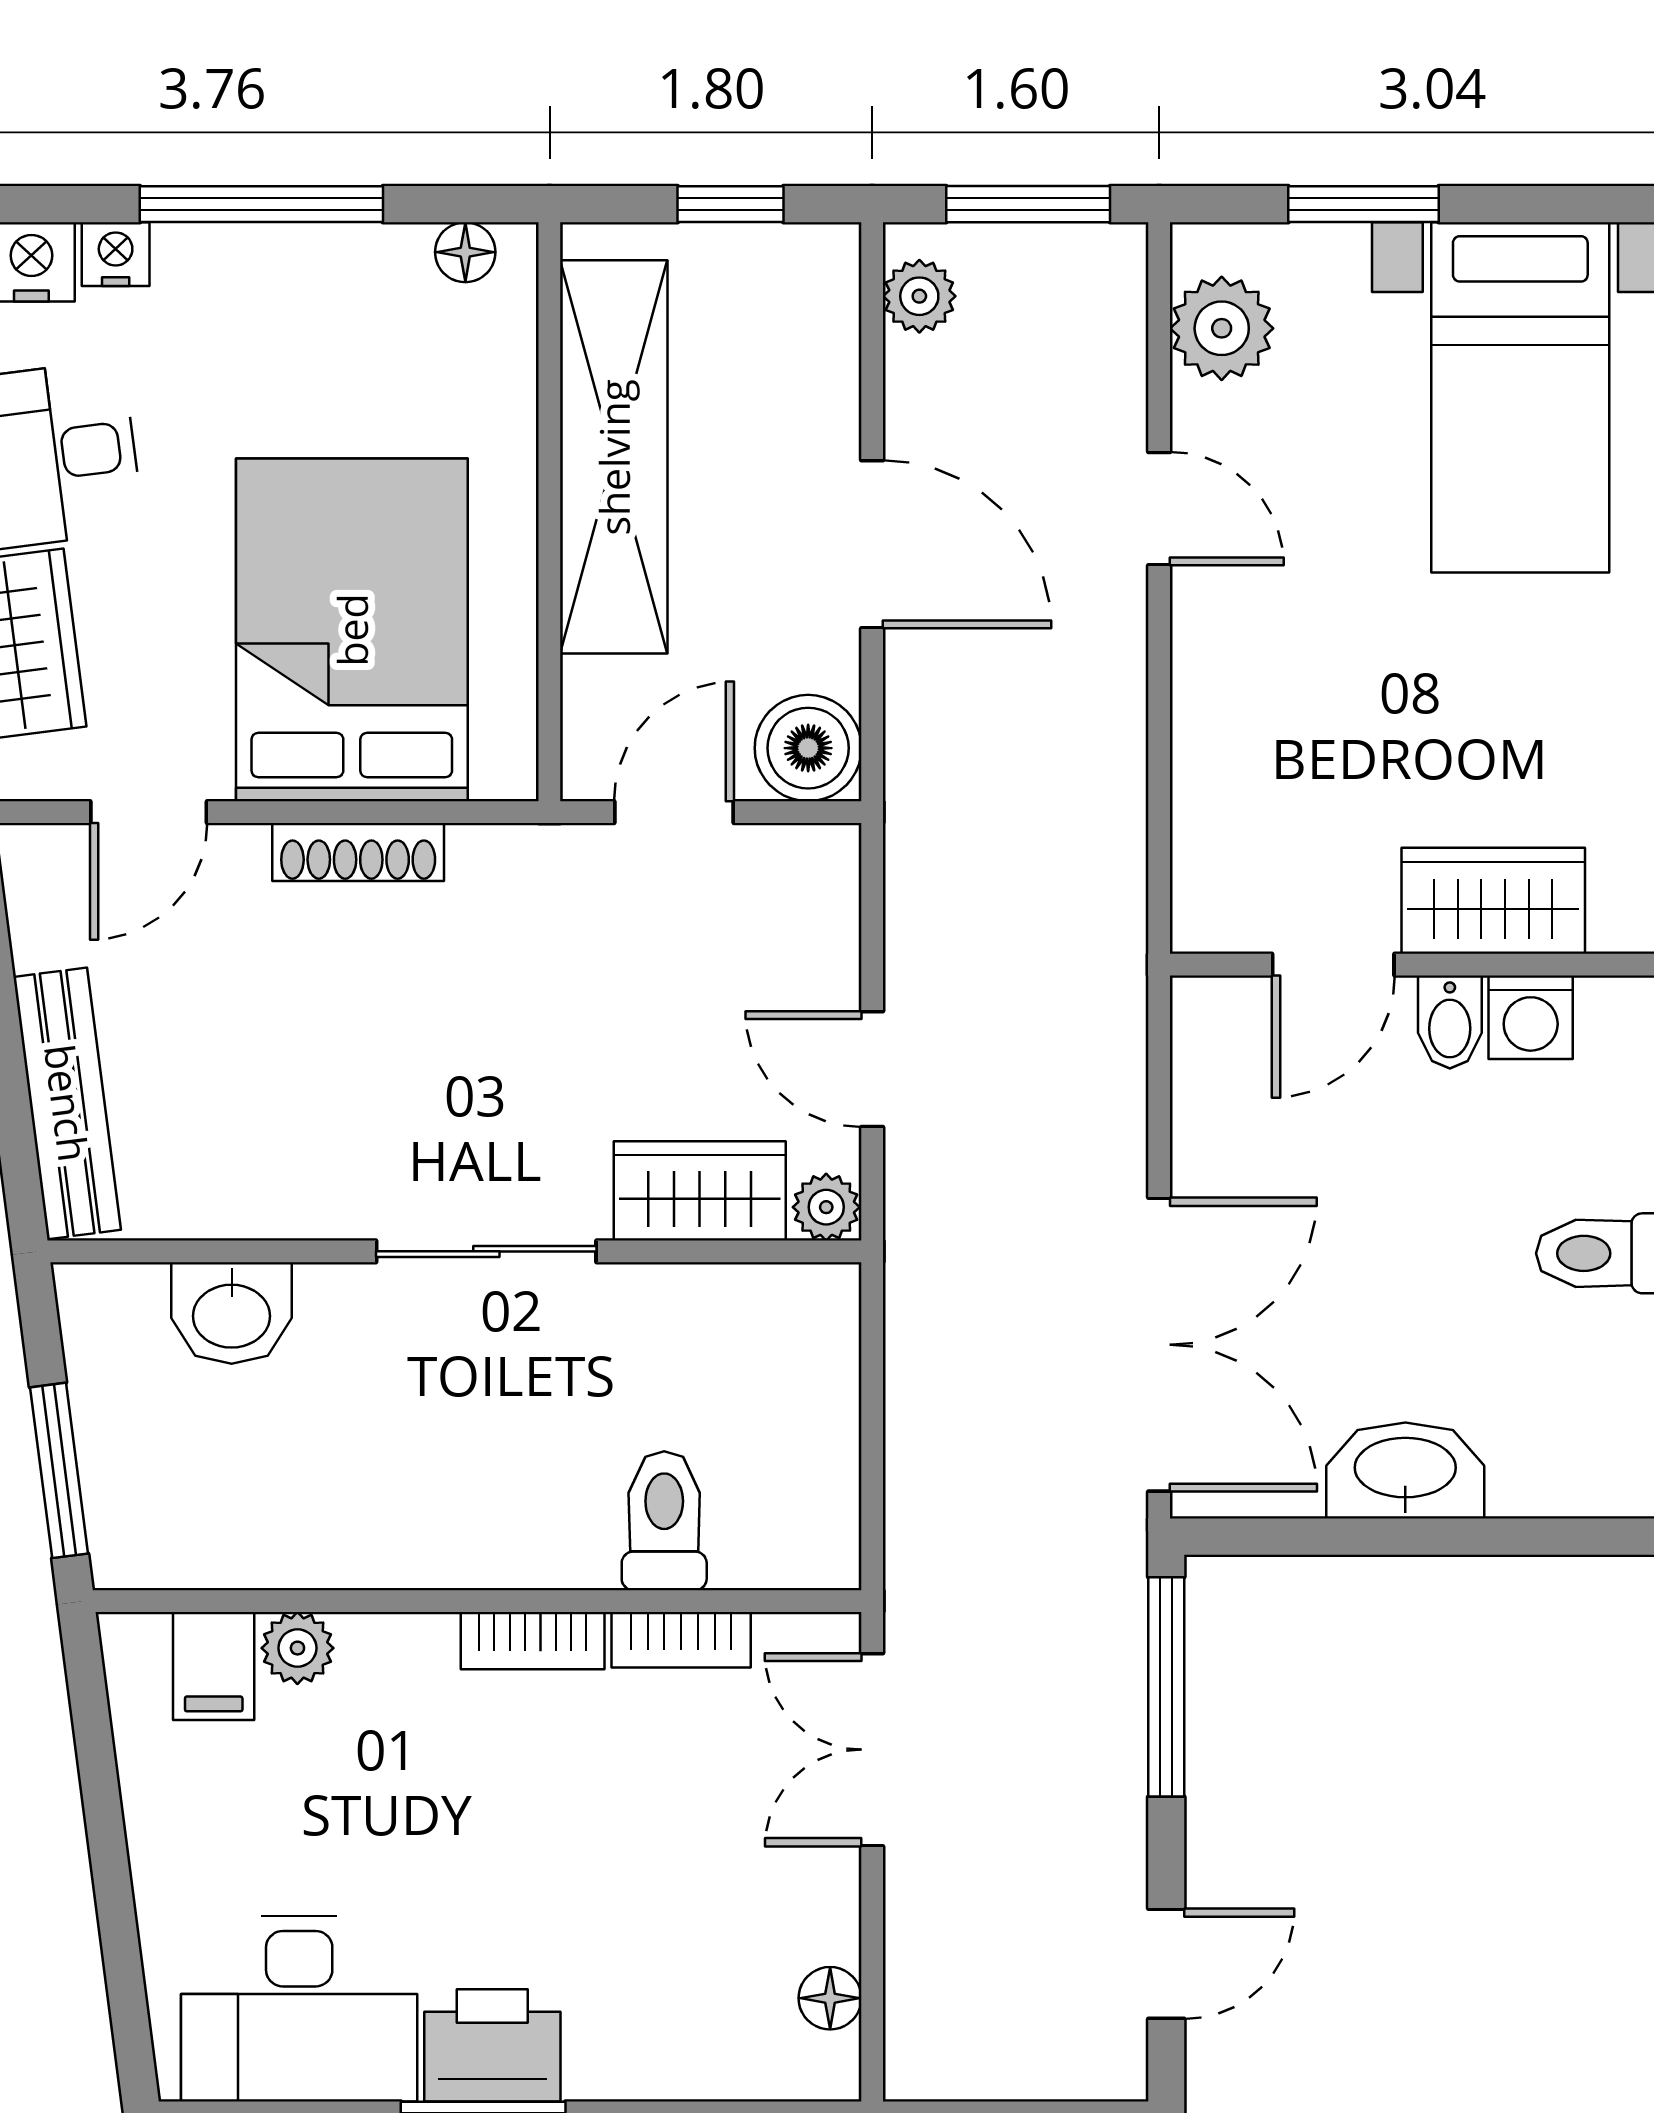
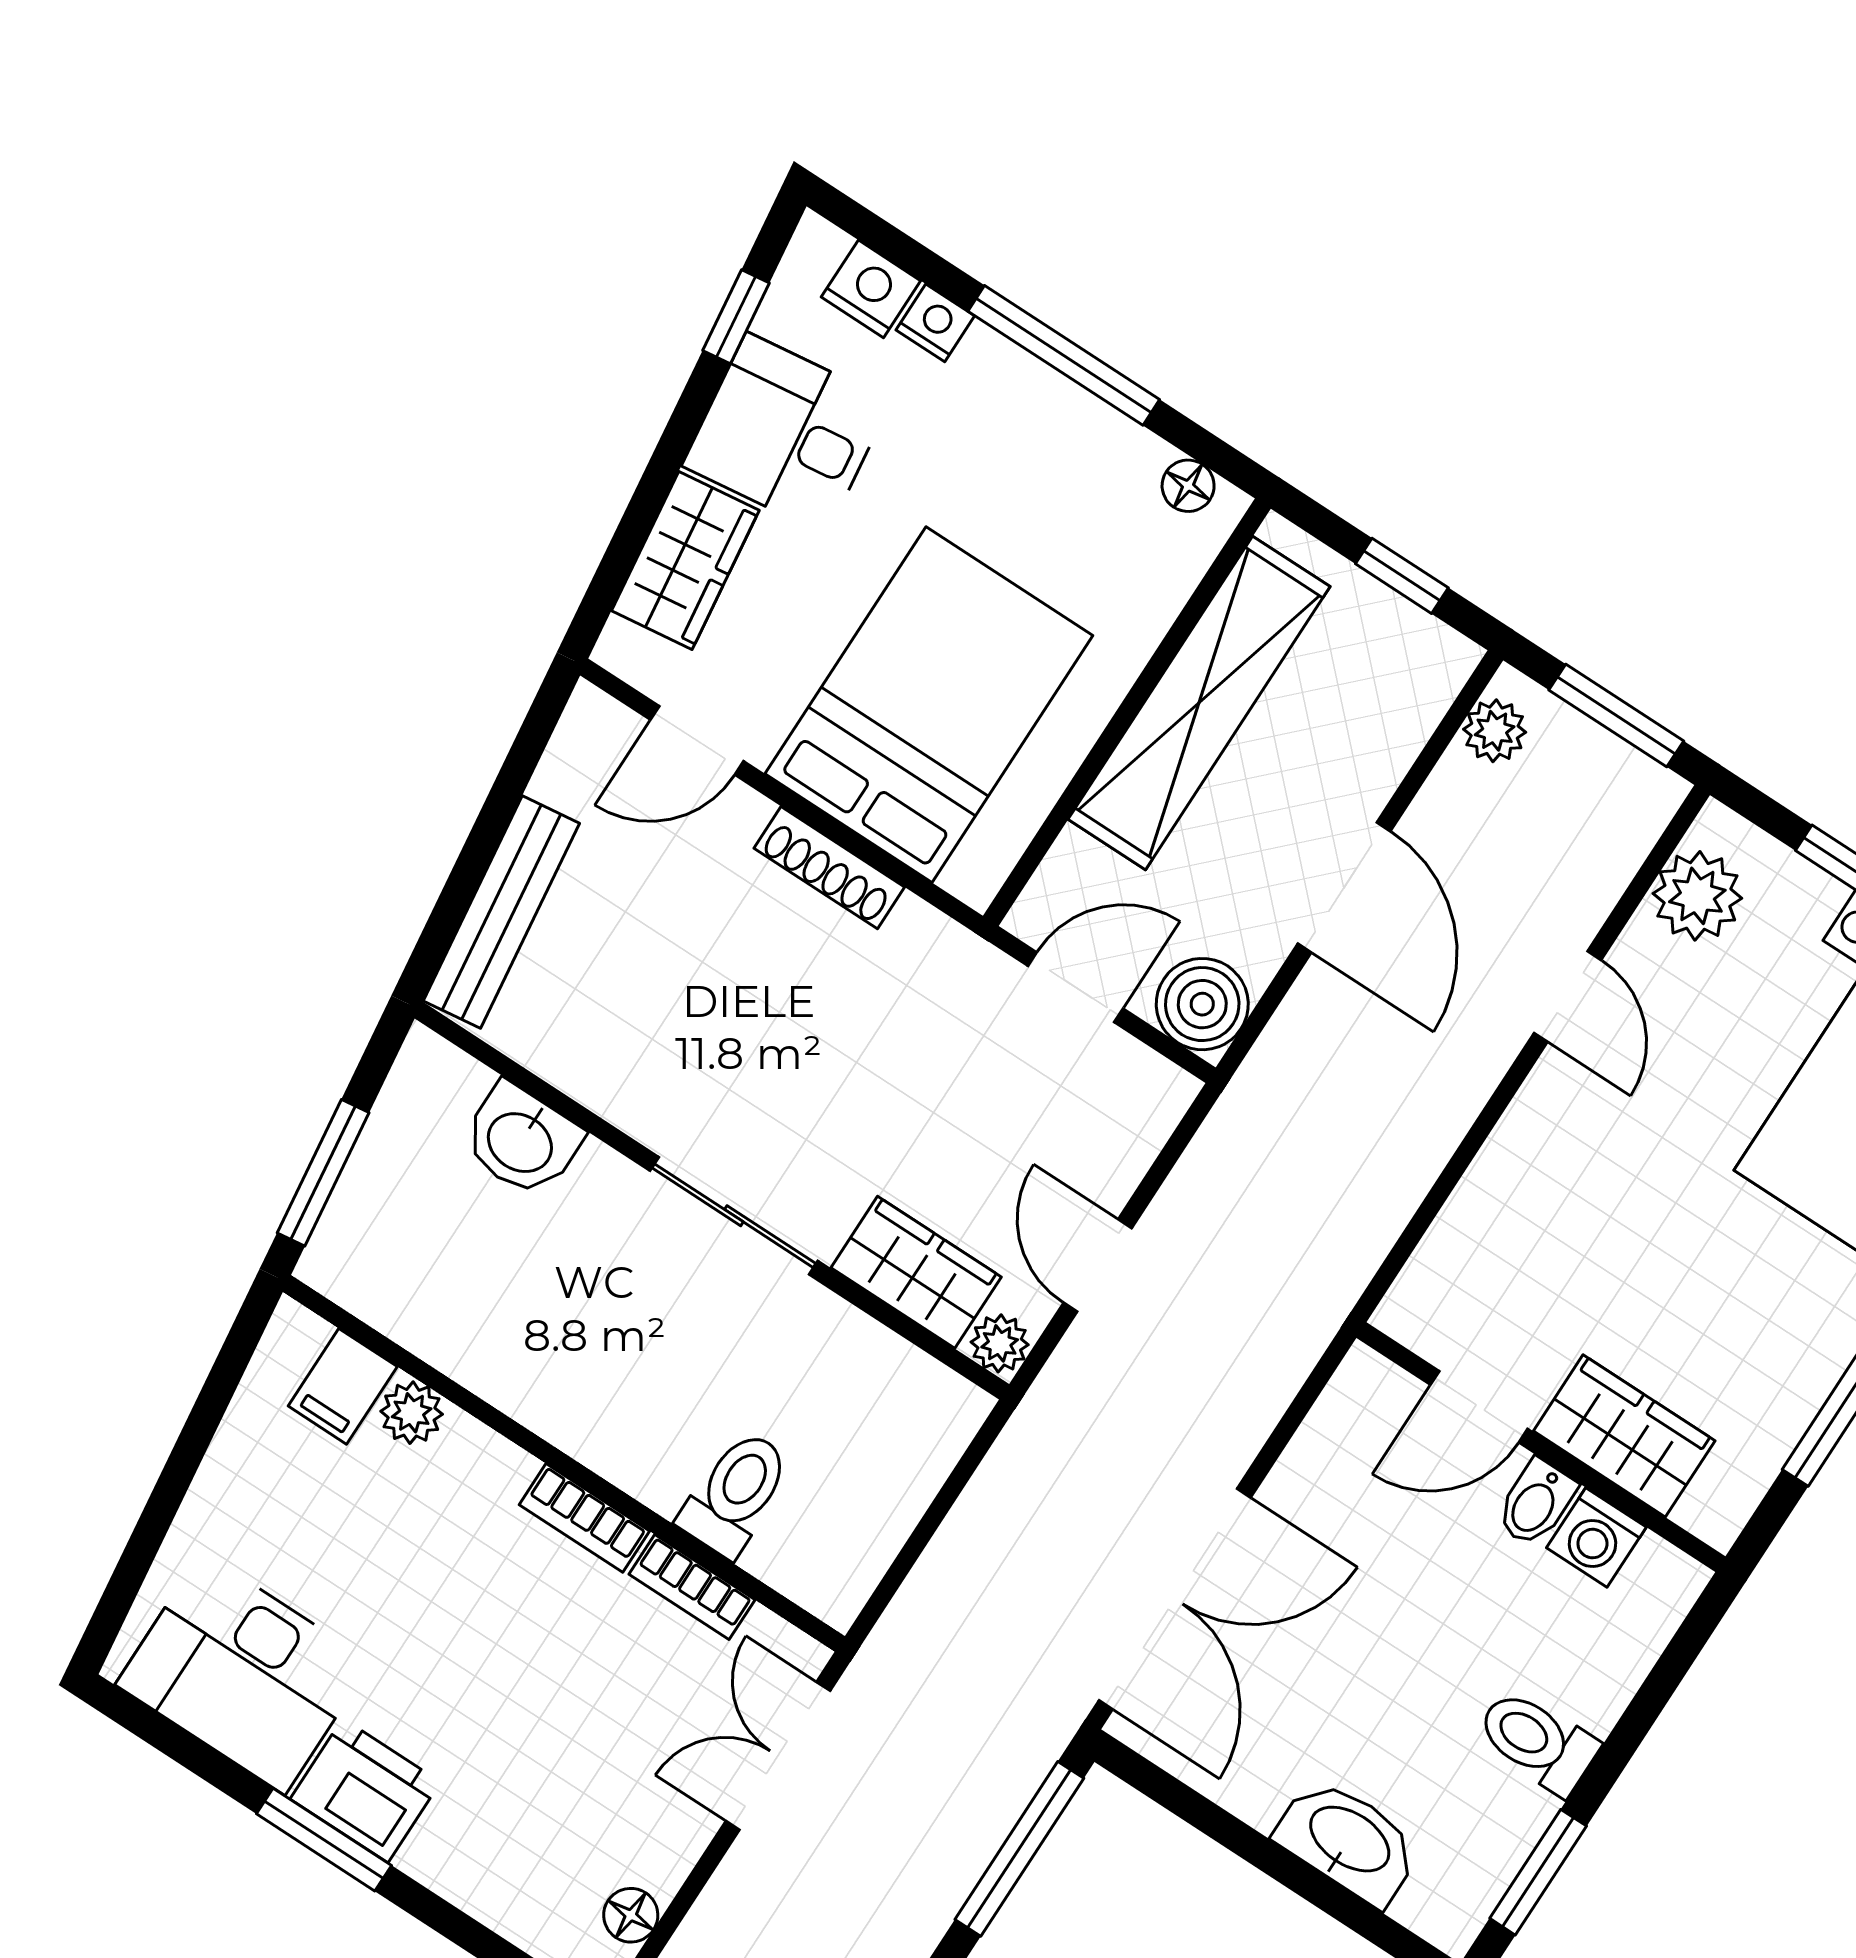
washbasin: (1405, 1470) -> (1348, 1841), moved

